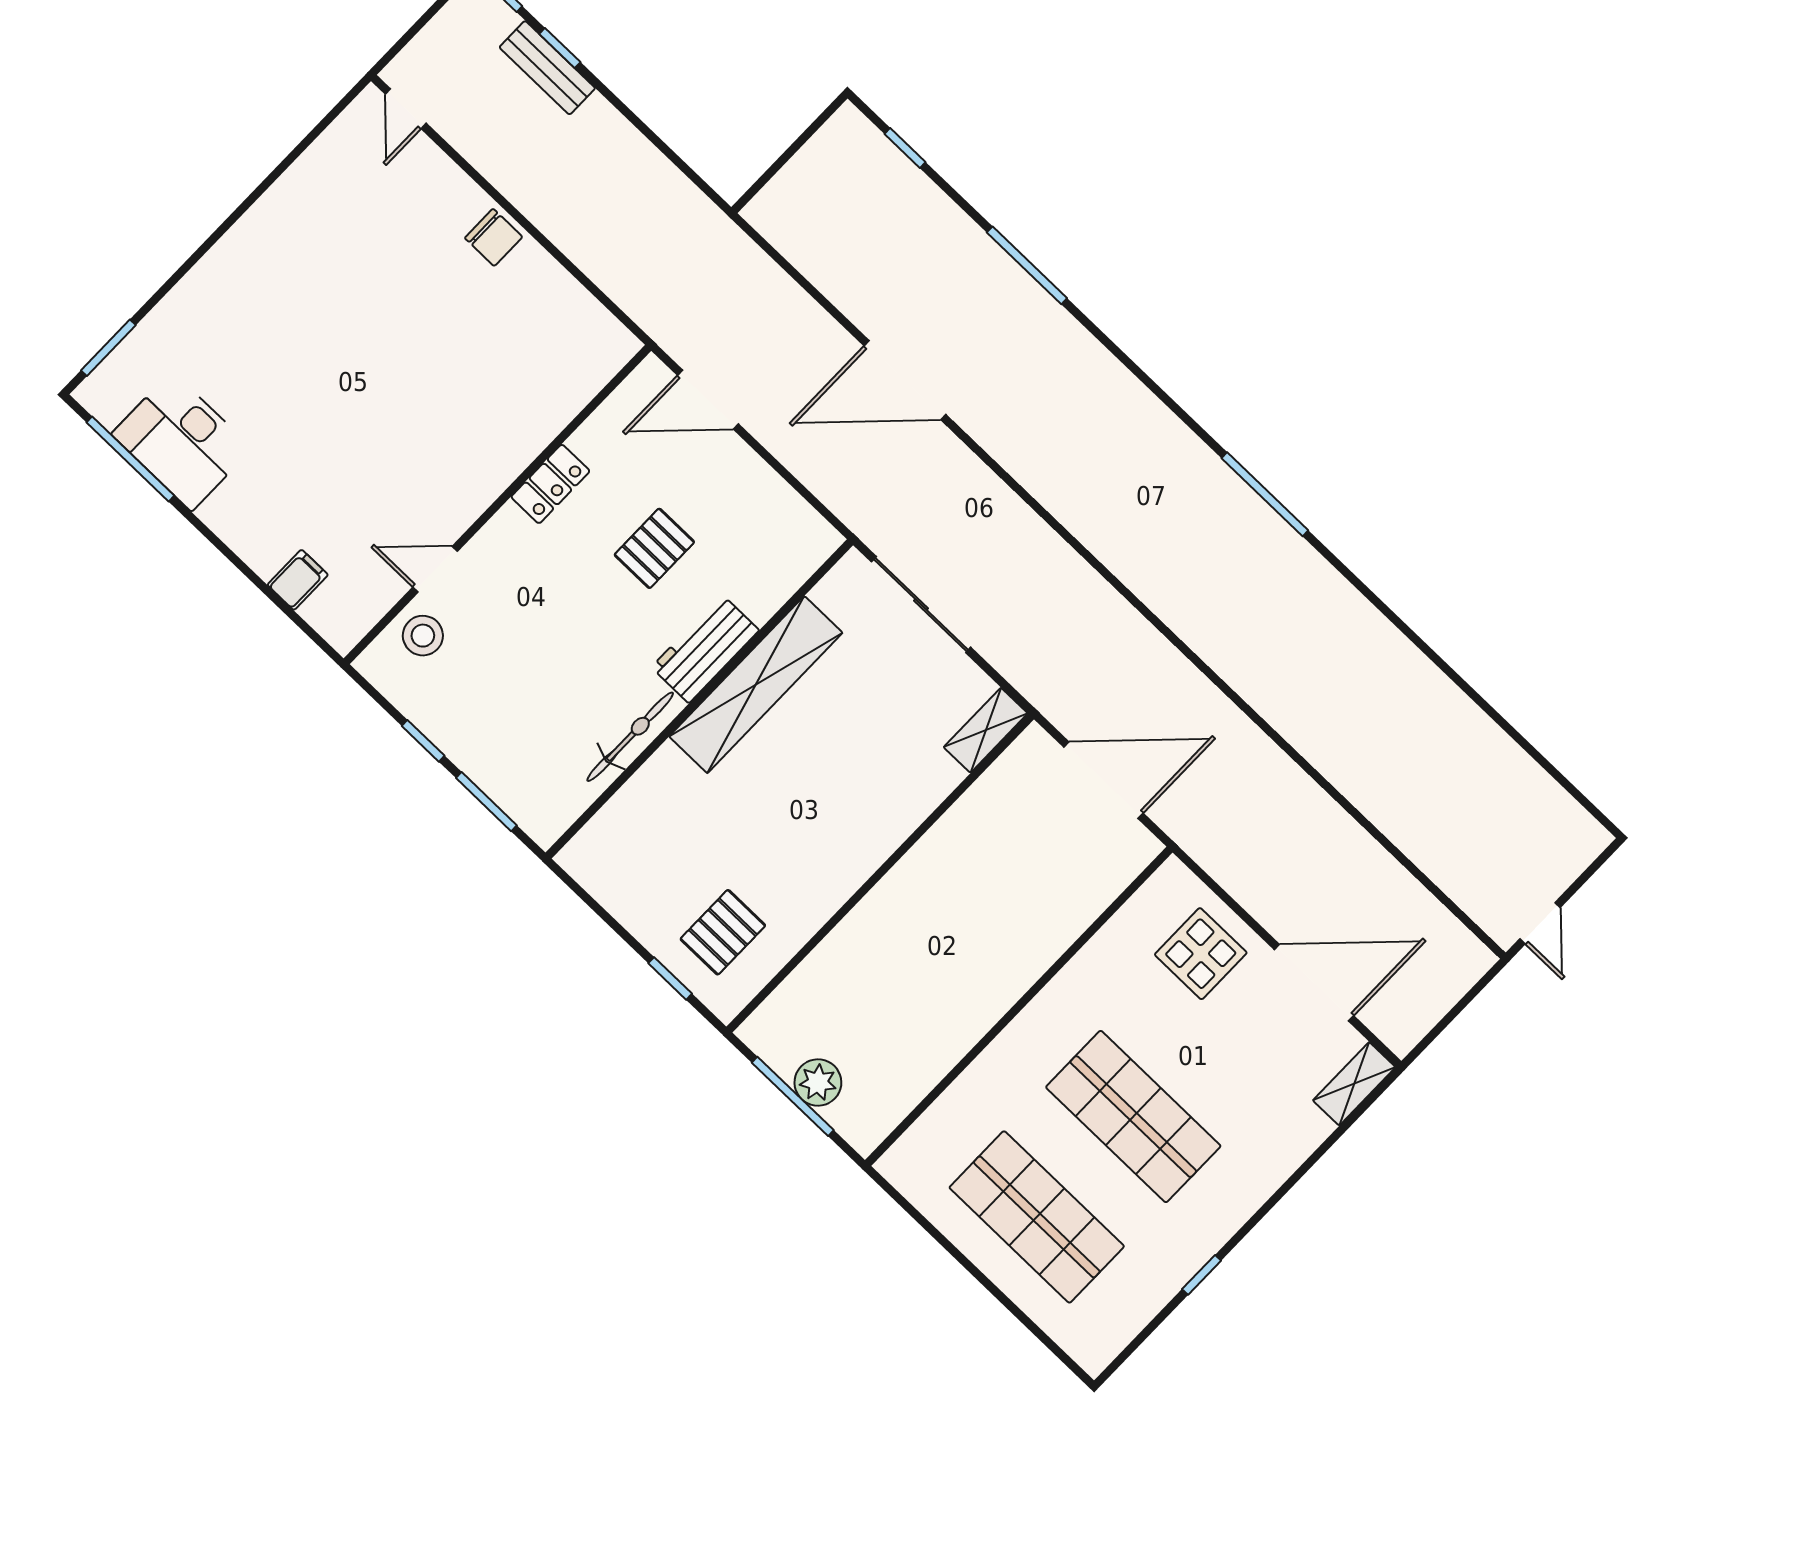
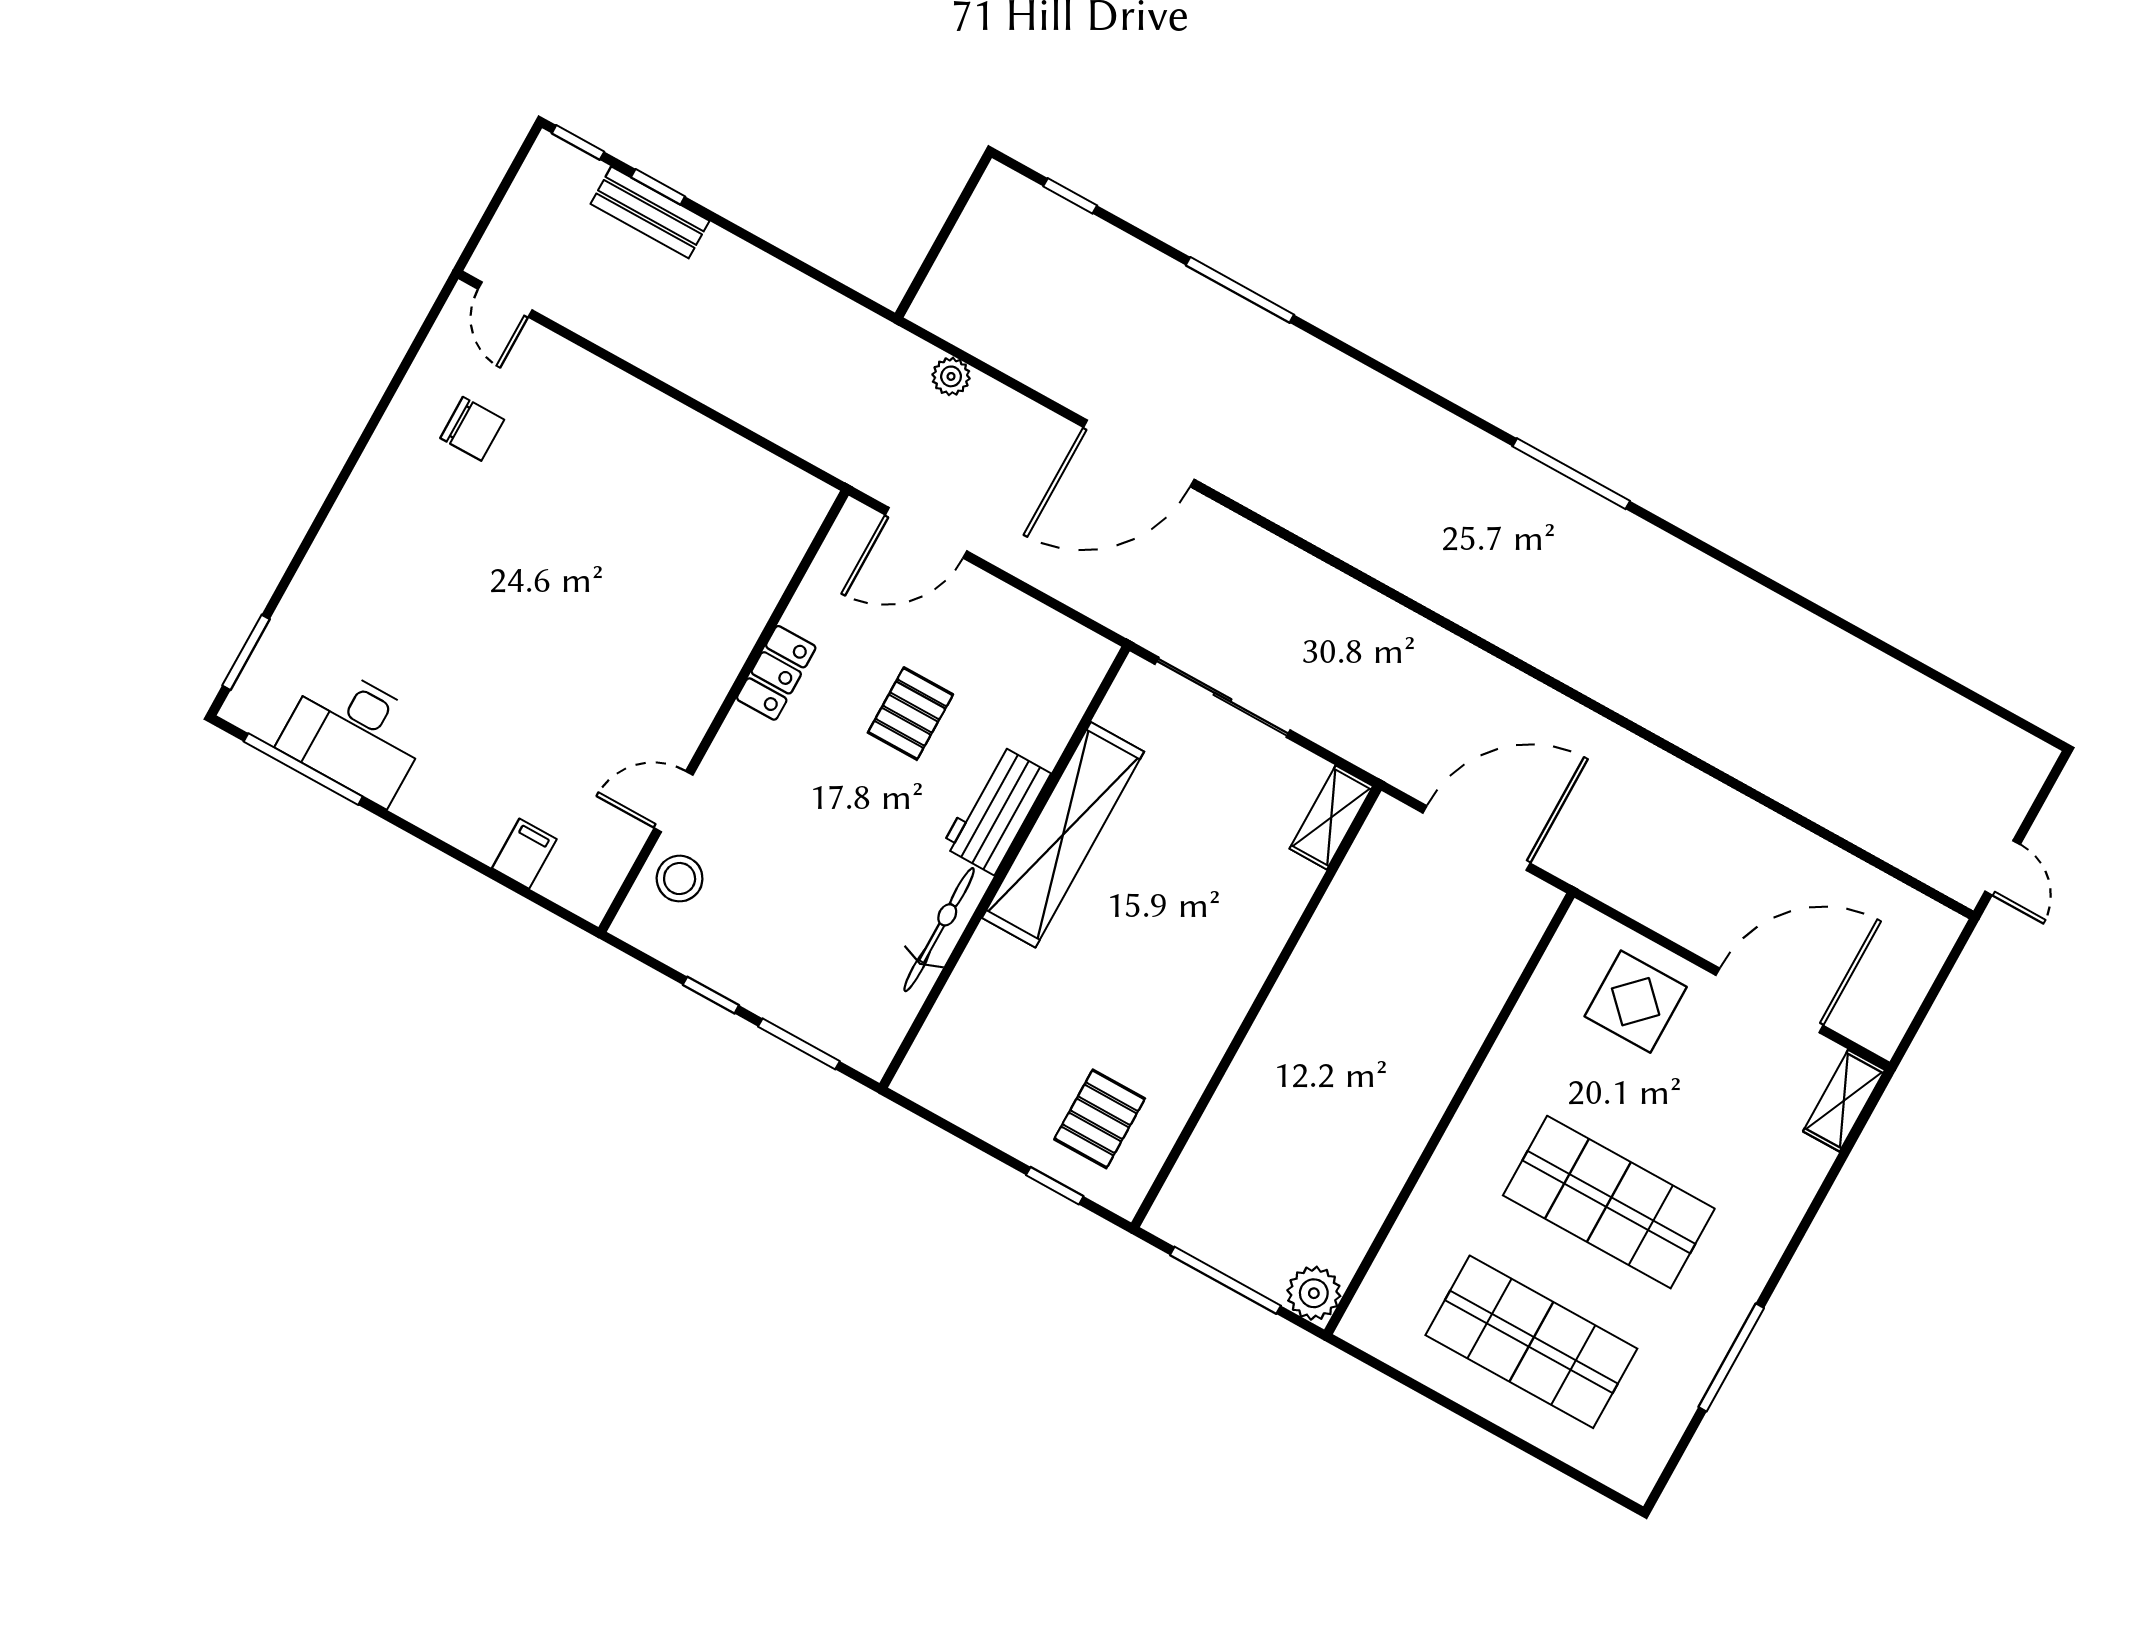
chair: (494, 237) -> (472, 429), moved
plant: (764, 273) -> (951, 376), added
plant: (818, 1083) -> (1314, 1293), moved
window: (1202, 1275) -> (1731, 1357), width x2.17

